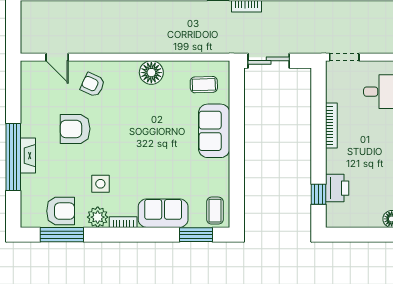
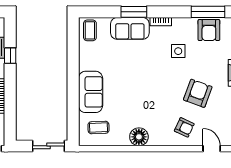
armchair: (75, 129) -> (198, 93), turned -70
window: (318, 194) -> (10, 56), moved
armchair: (61, 211) -> (209, 30), turned -90
plant: (98, 217) -> (180, 25), removed
window: (196, 235) -> (134, 12), moved

